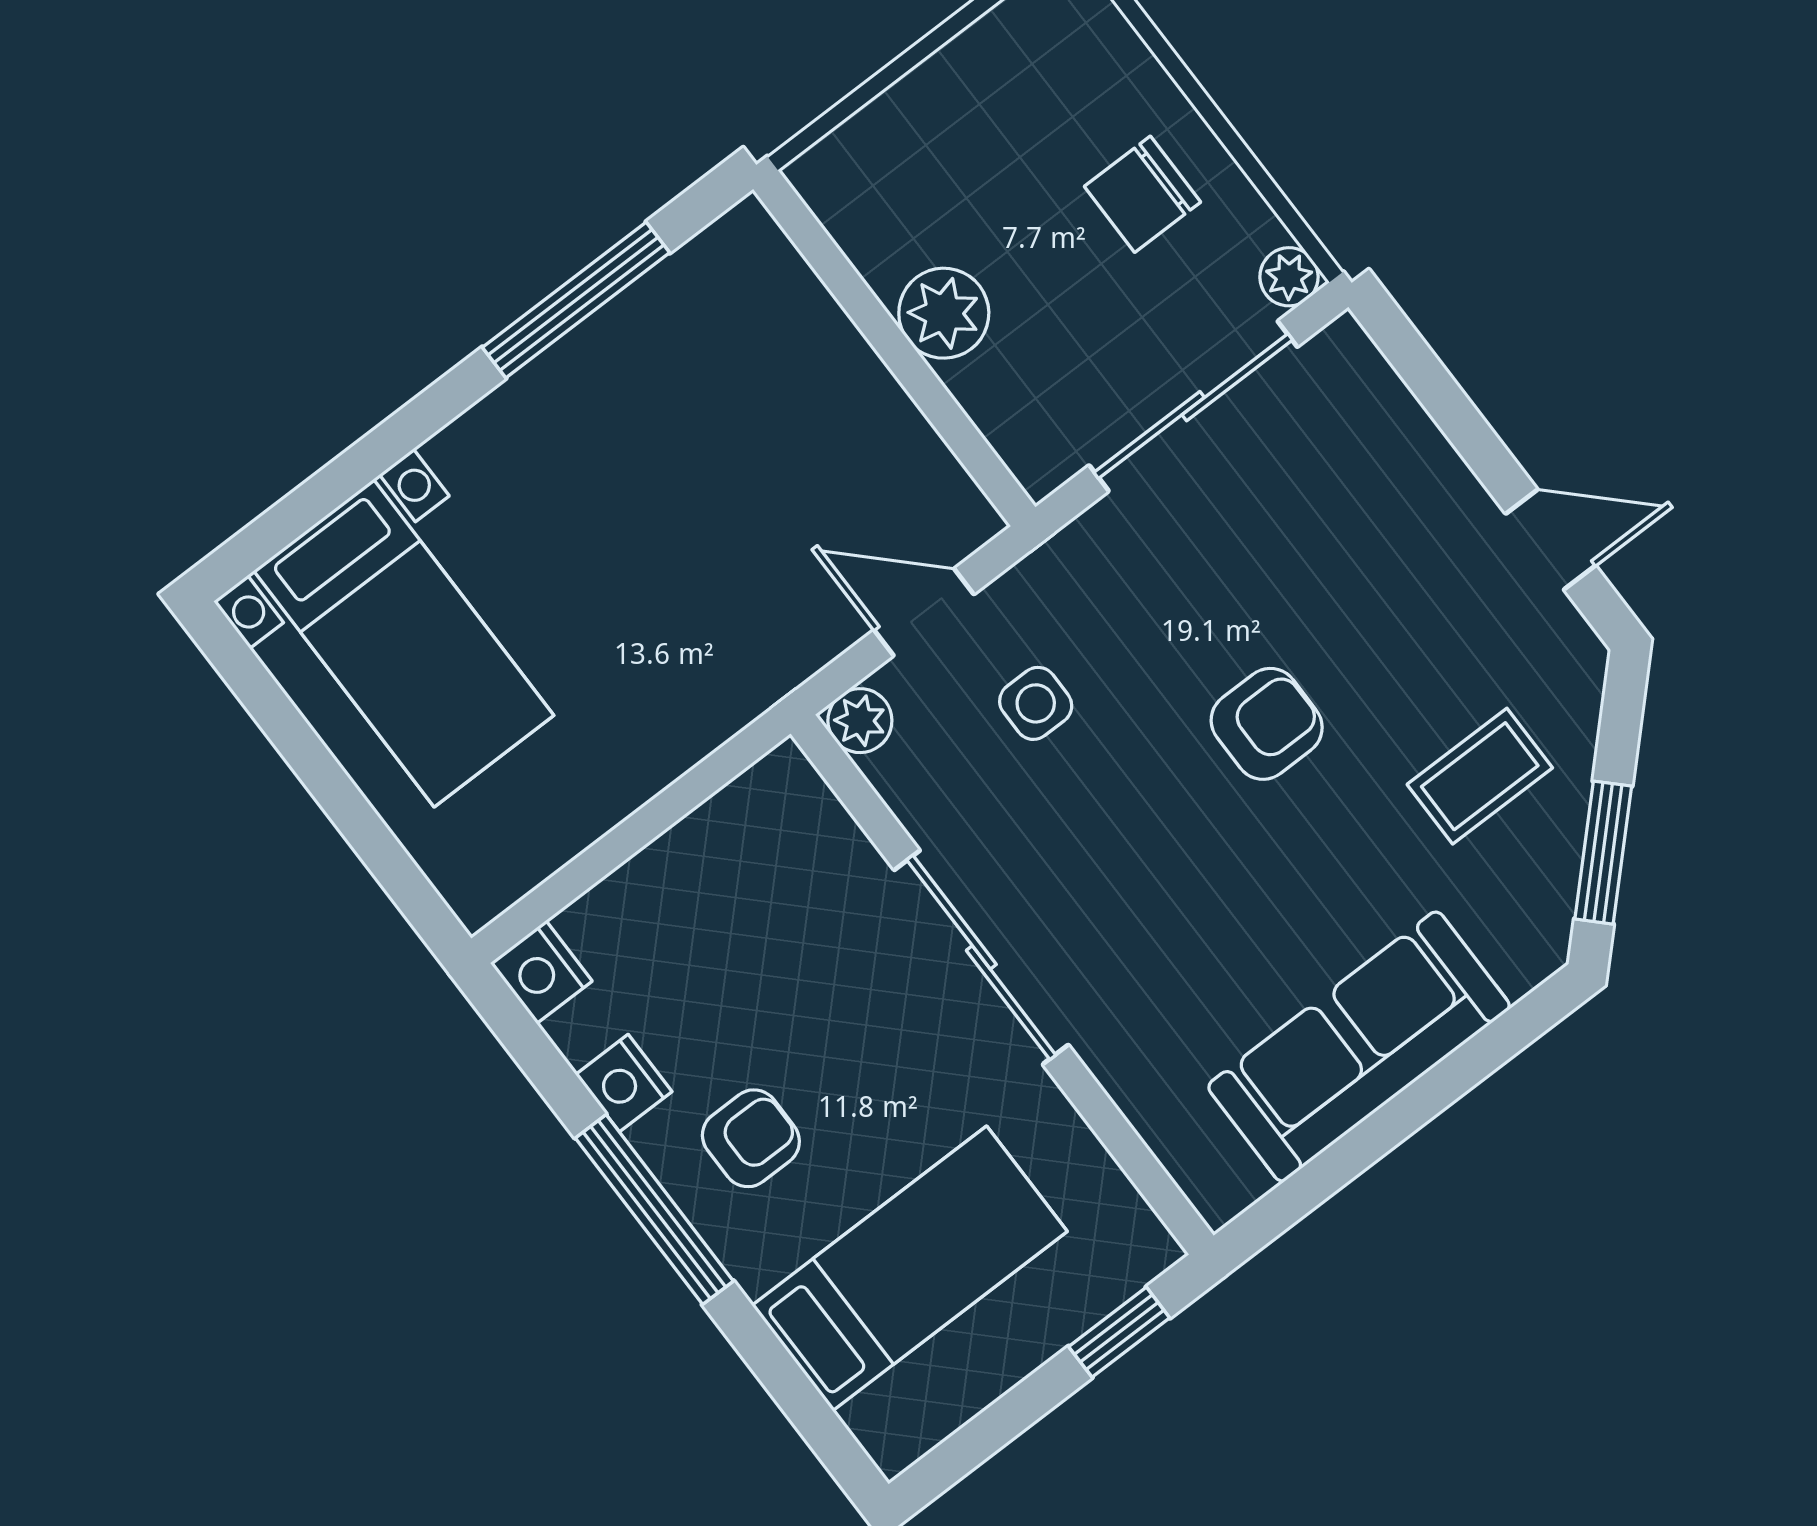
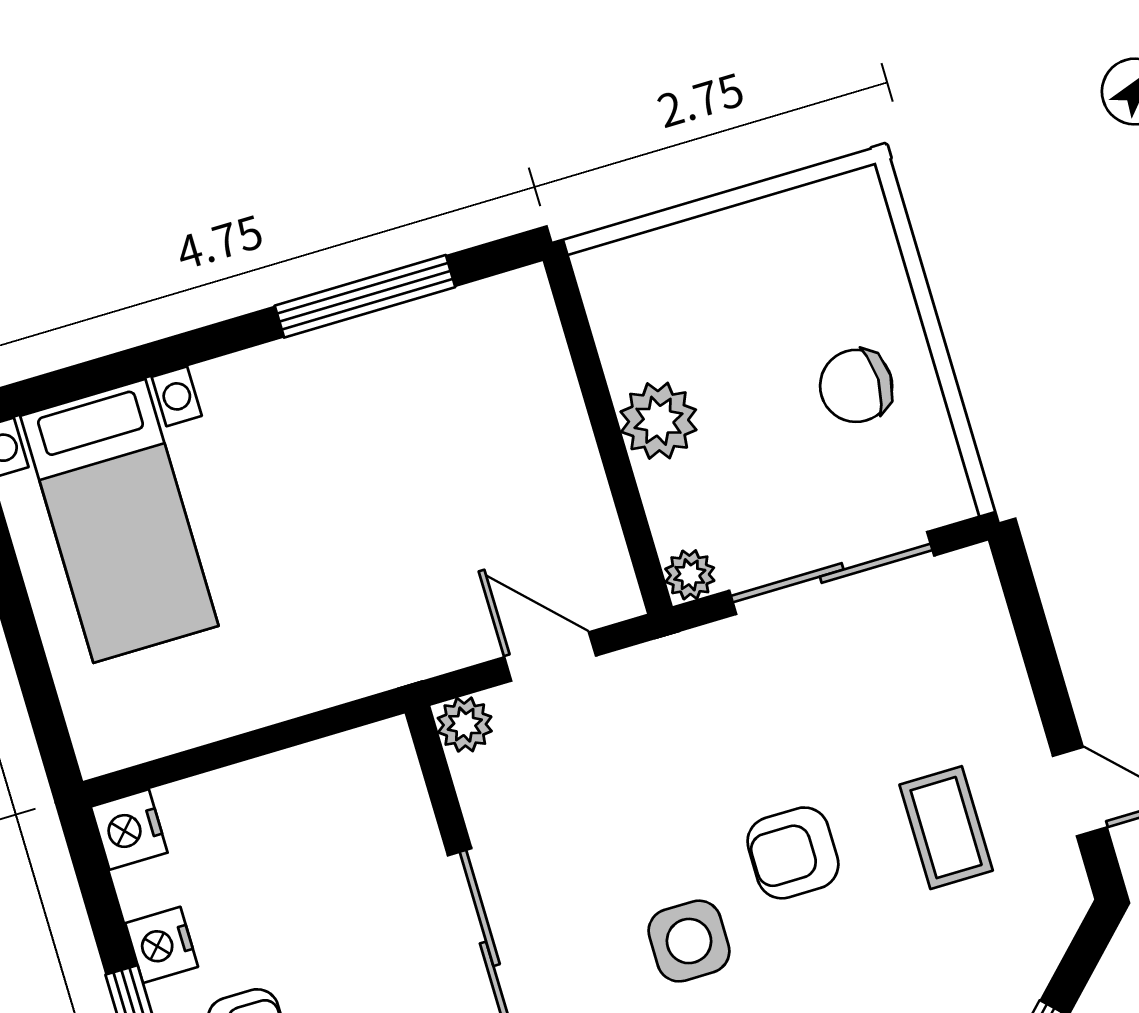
plant: (1289, 277) -> (690, 575), moved
side table: (1036, 703) -> (689, 941), moved, width x1.37, depth x1.37
armchair: (1267, 724) -> (793, 853), turned 180
coffee table: (1480, 776) -> (946, 828), moved, turned 90

